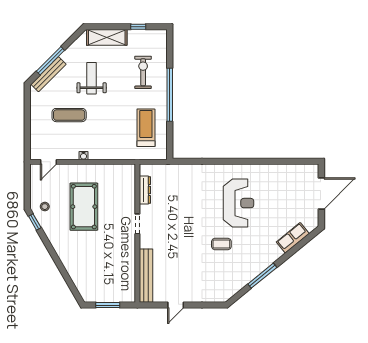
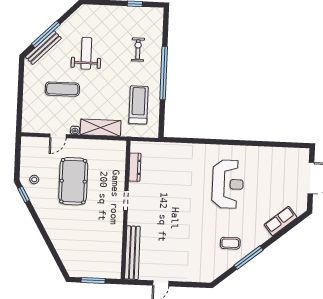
shelving: (107, 37) -> (101, 128), moved
exercise bike: (143, 72) -> (138, 50), width x0.73, depth x0.72
door: (48, 162) -> (58, 136), moved
coffee table: (221, 244) -> (230, 243), moved

